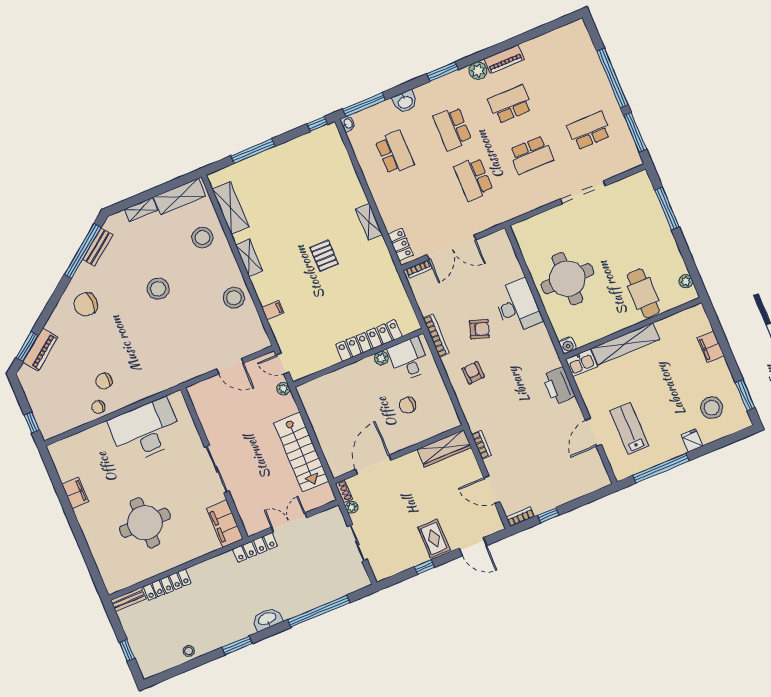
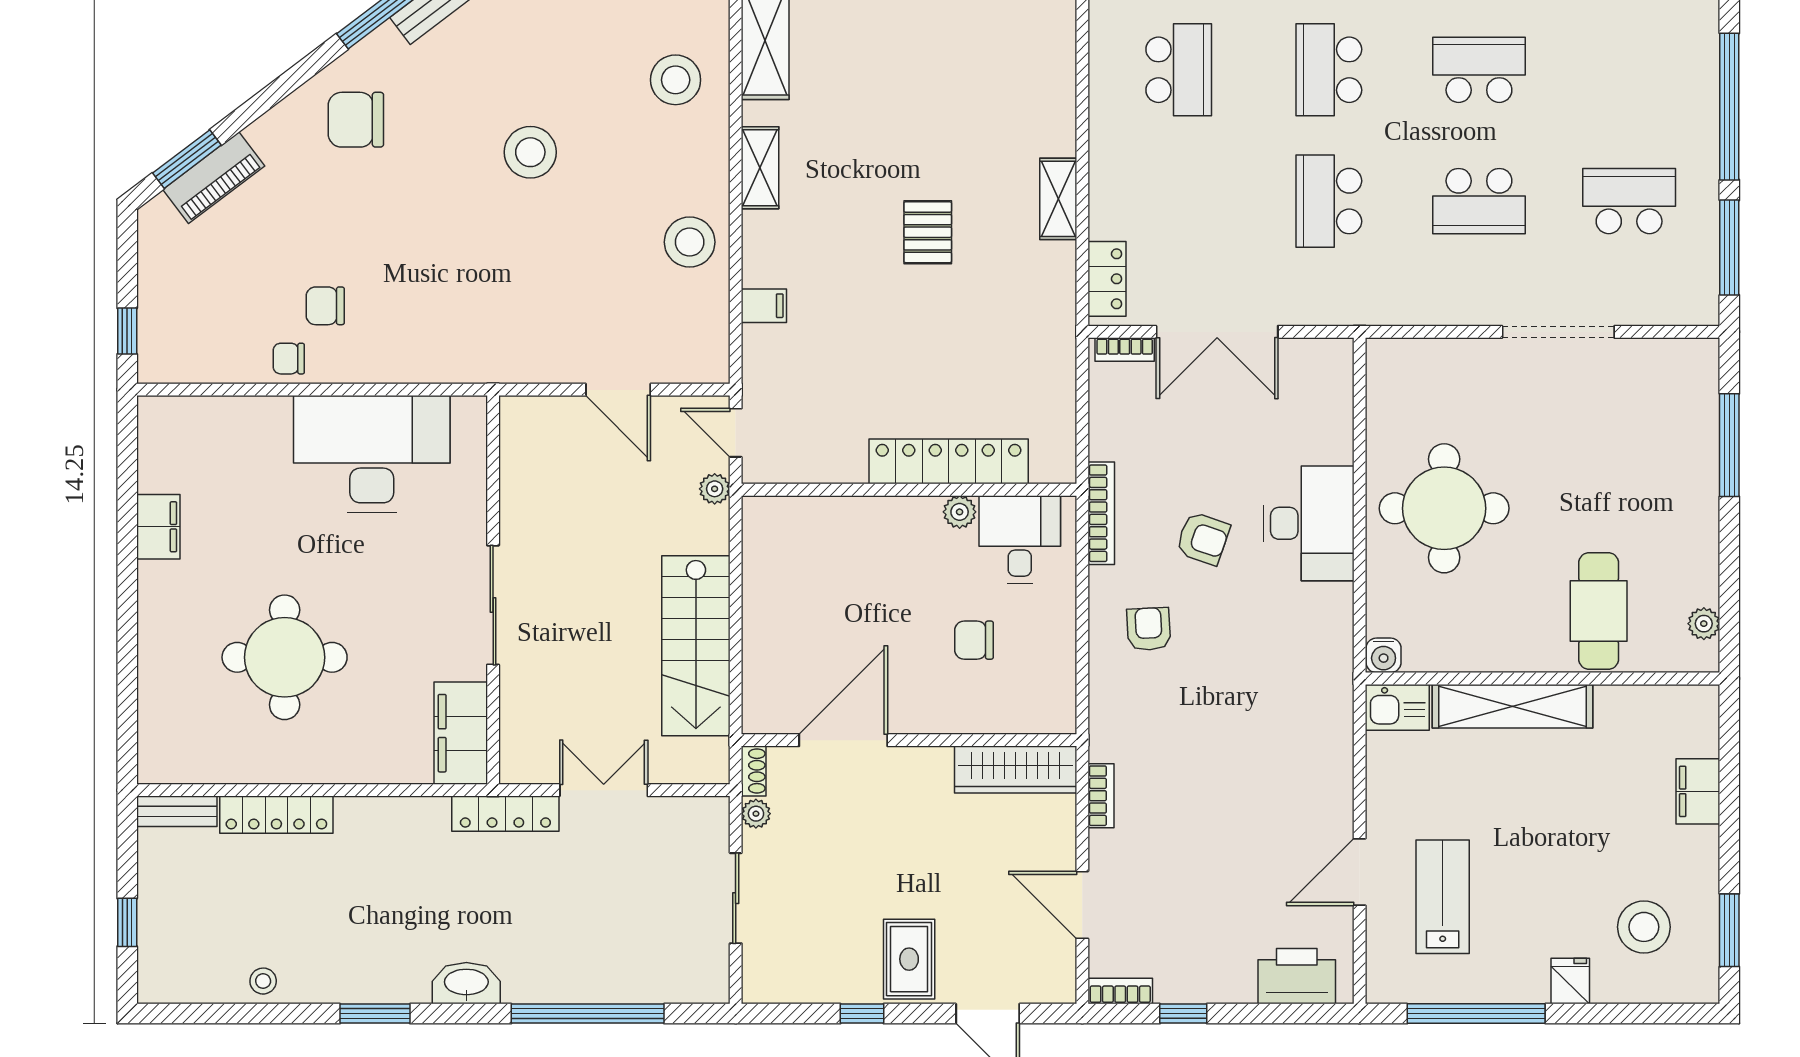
printer: (559, 386) -> (1297, 976), moved, turned 90

